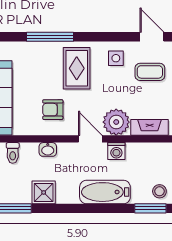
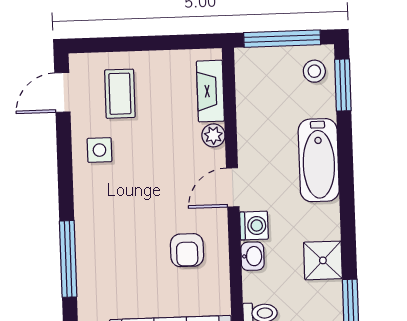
rug: (77, 68) -> (118, 213), removed
plant: (116, 122) -> (213, 135), width x0.53, depth x0.53
washing machine: (116, 151) -> (254, 226), moved

